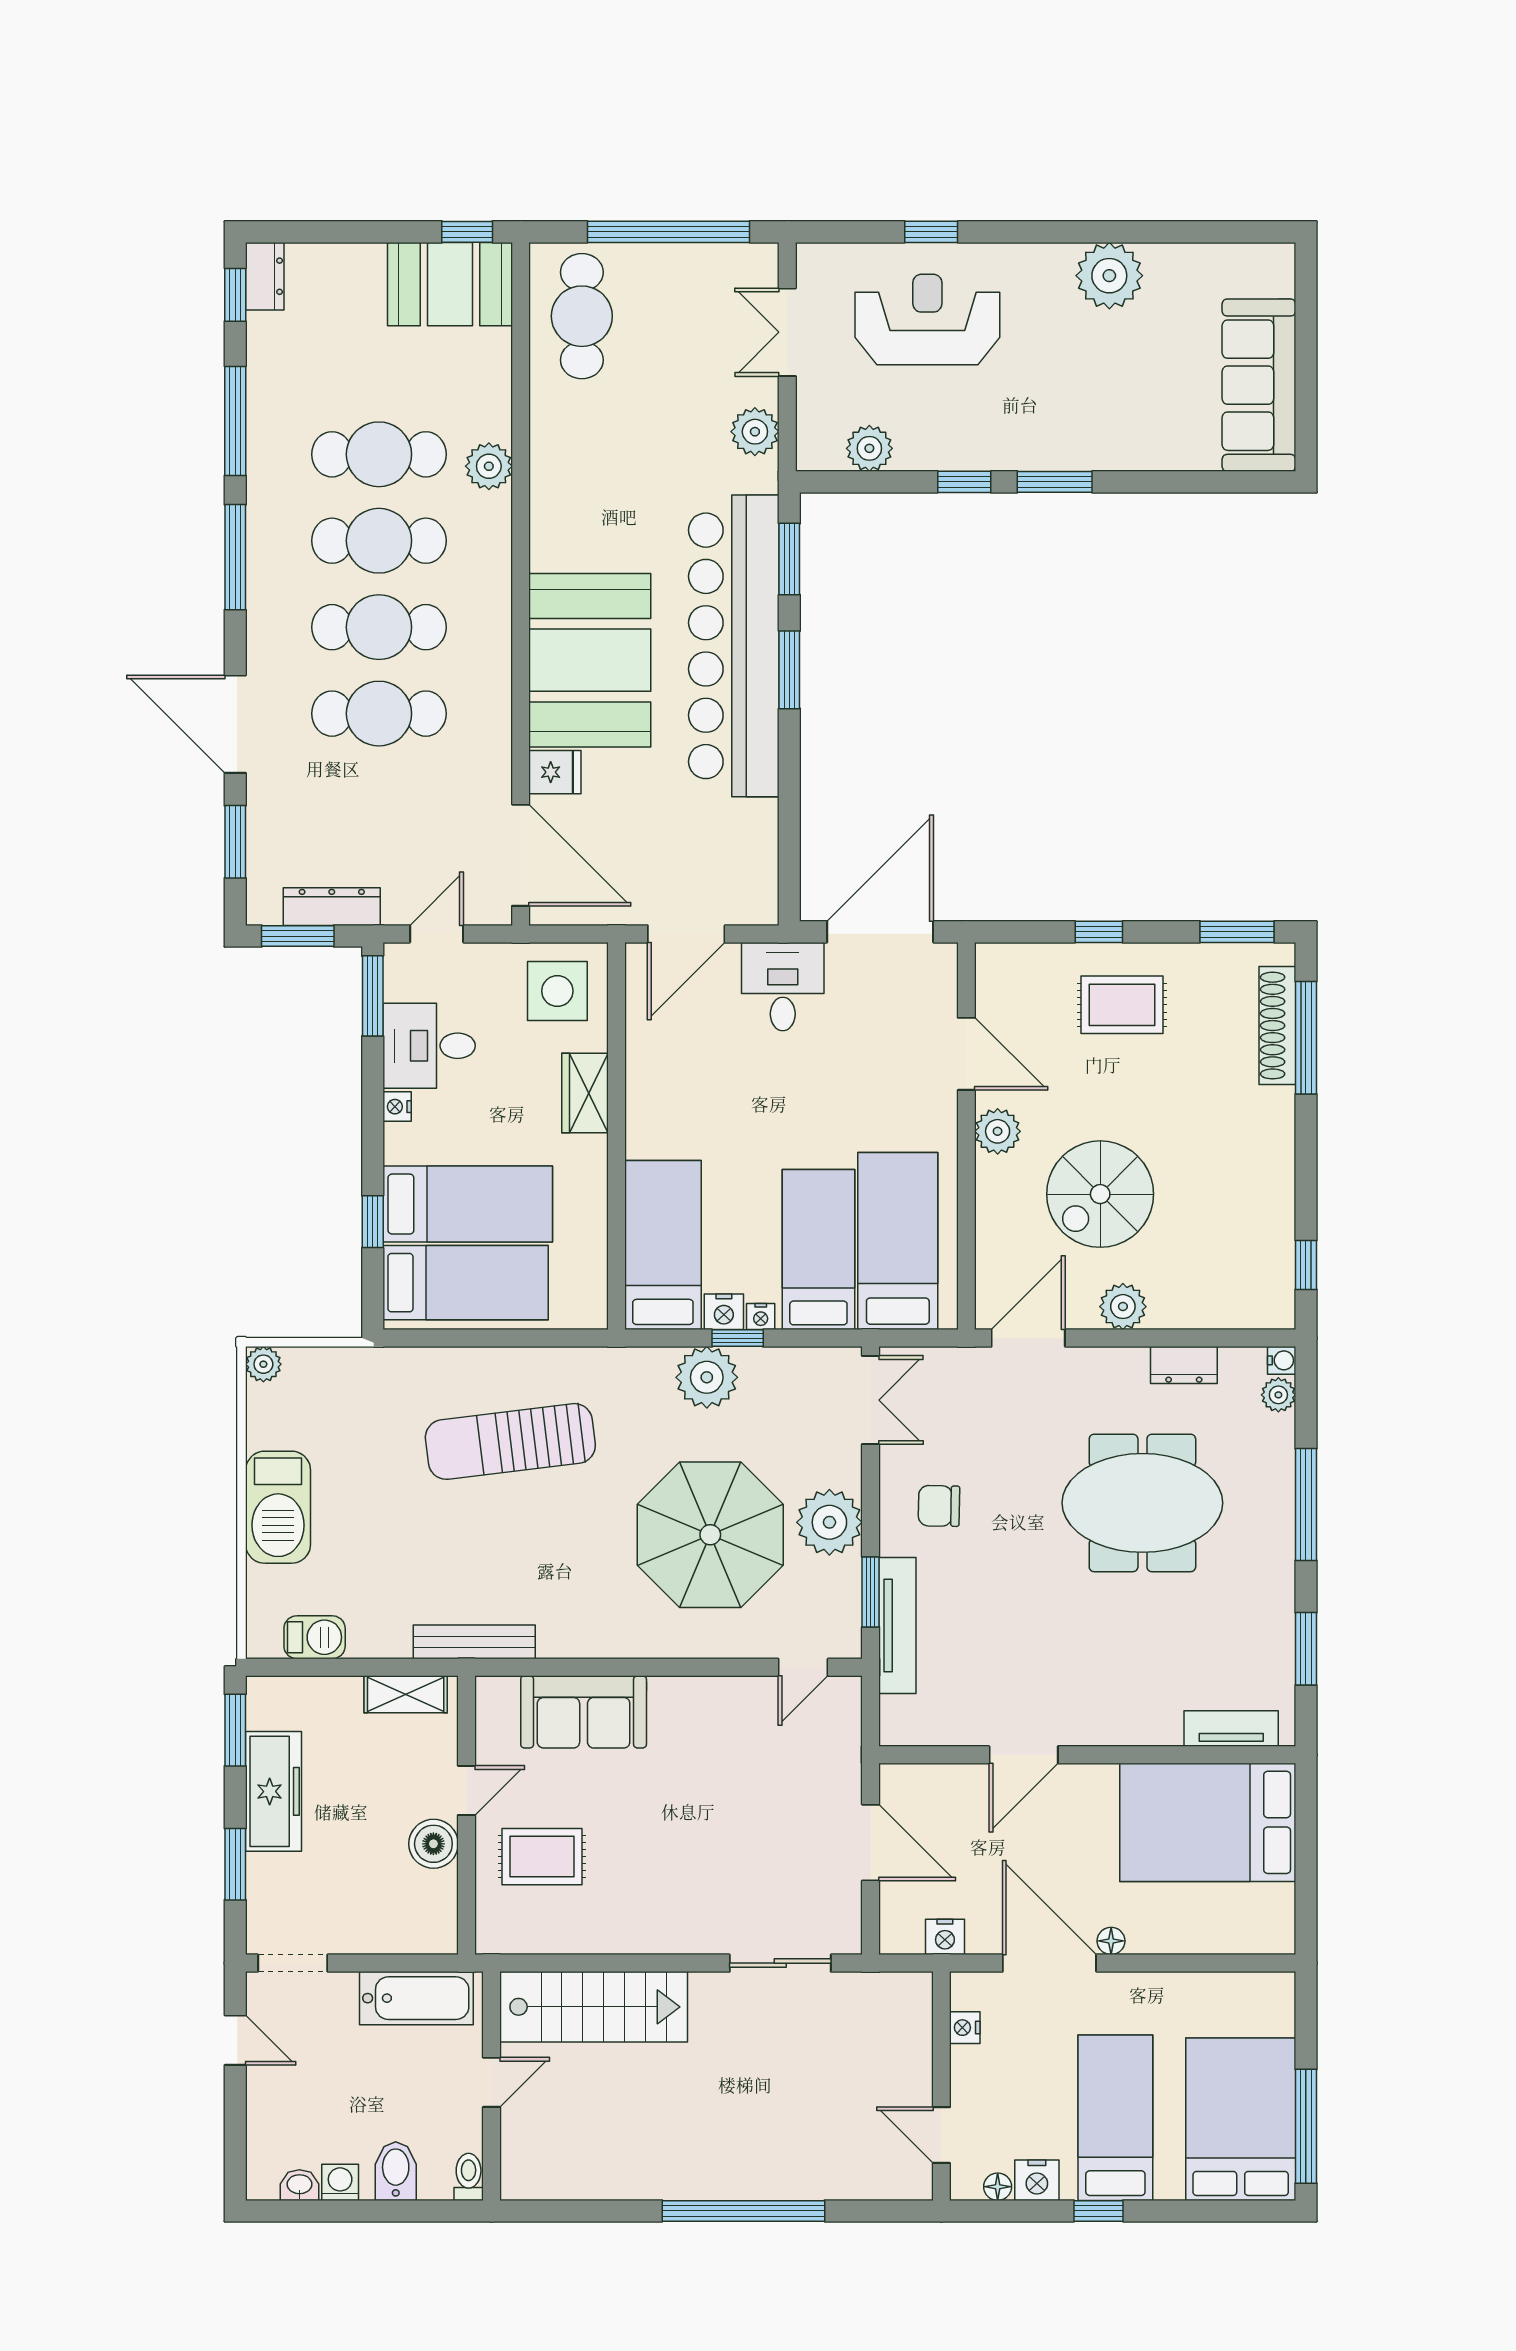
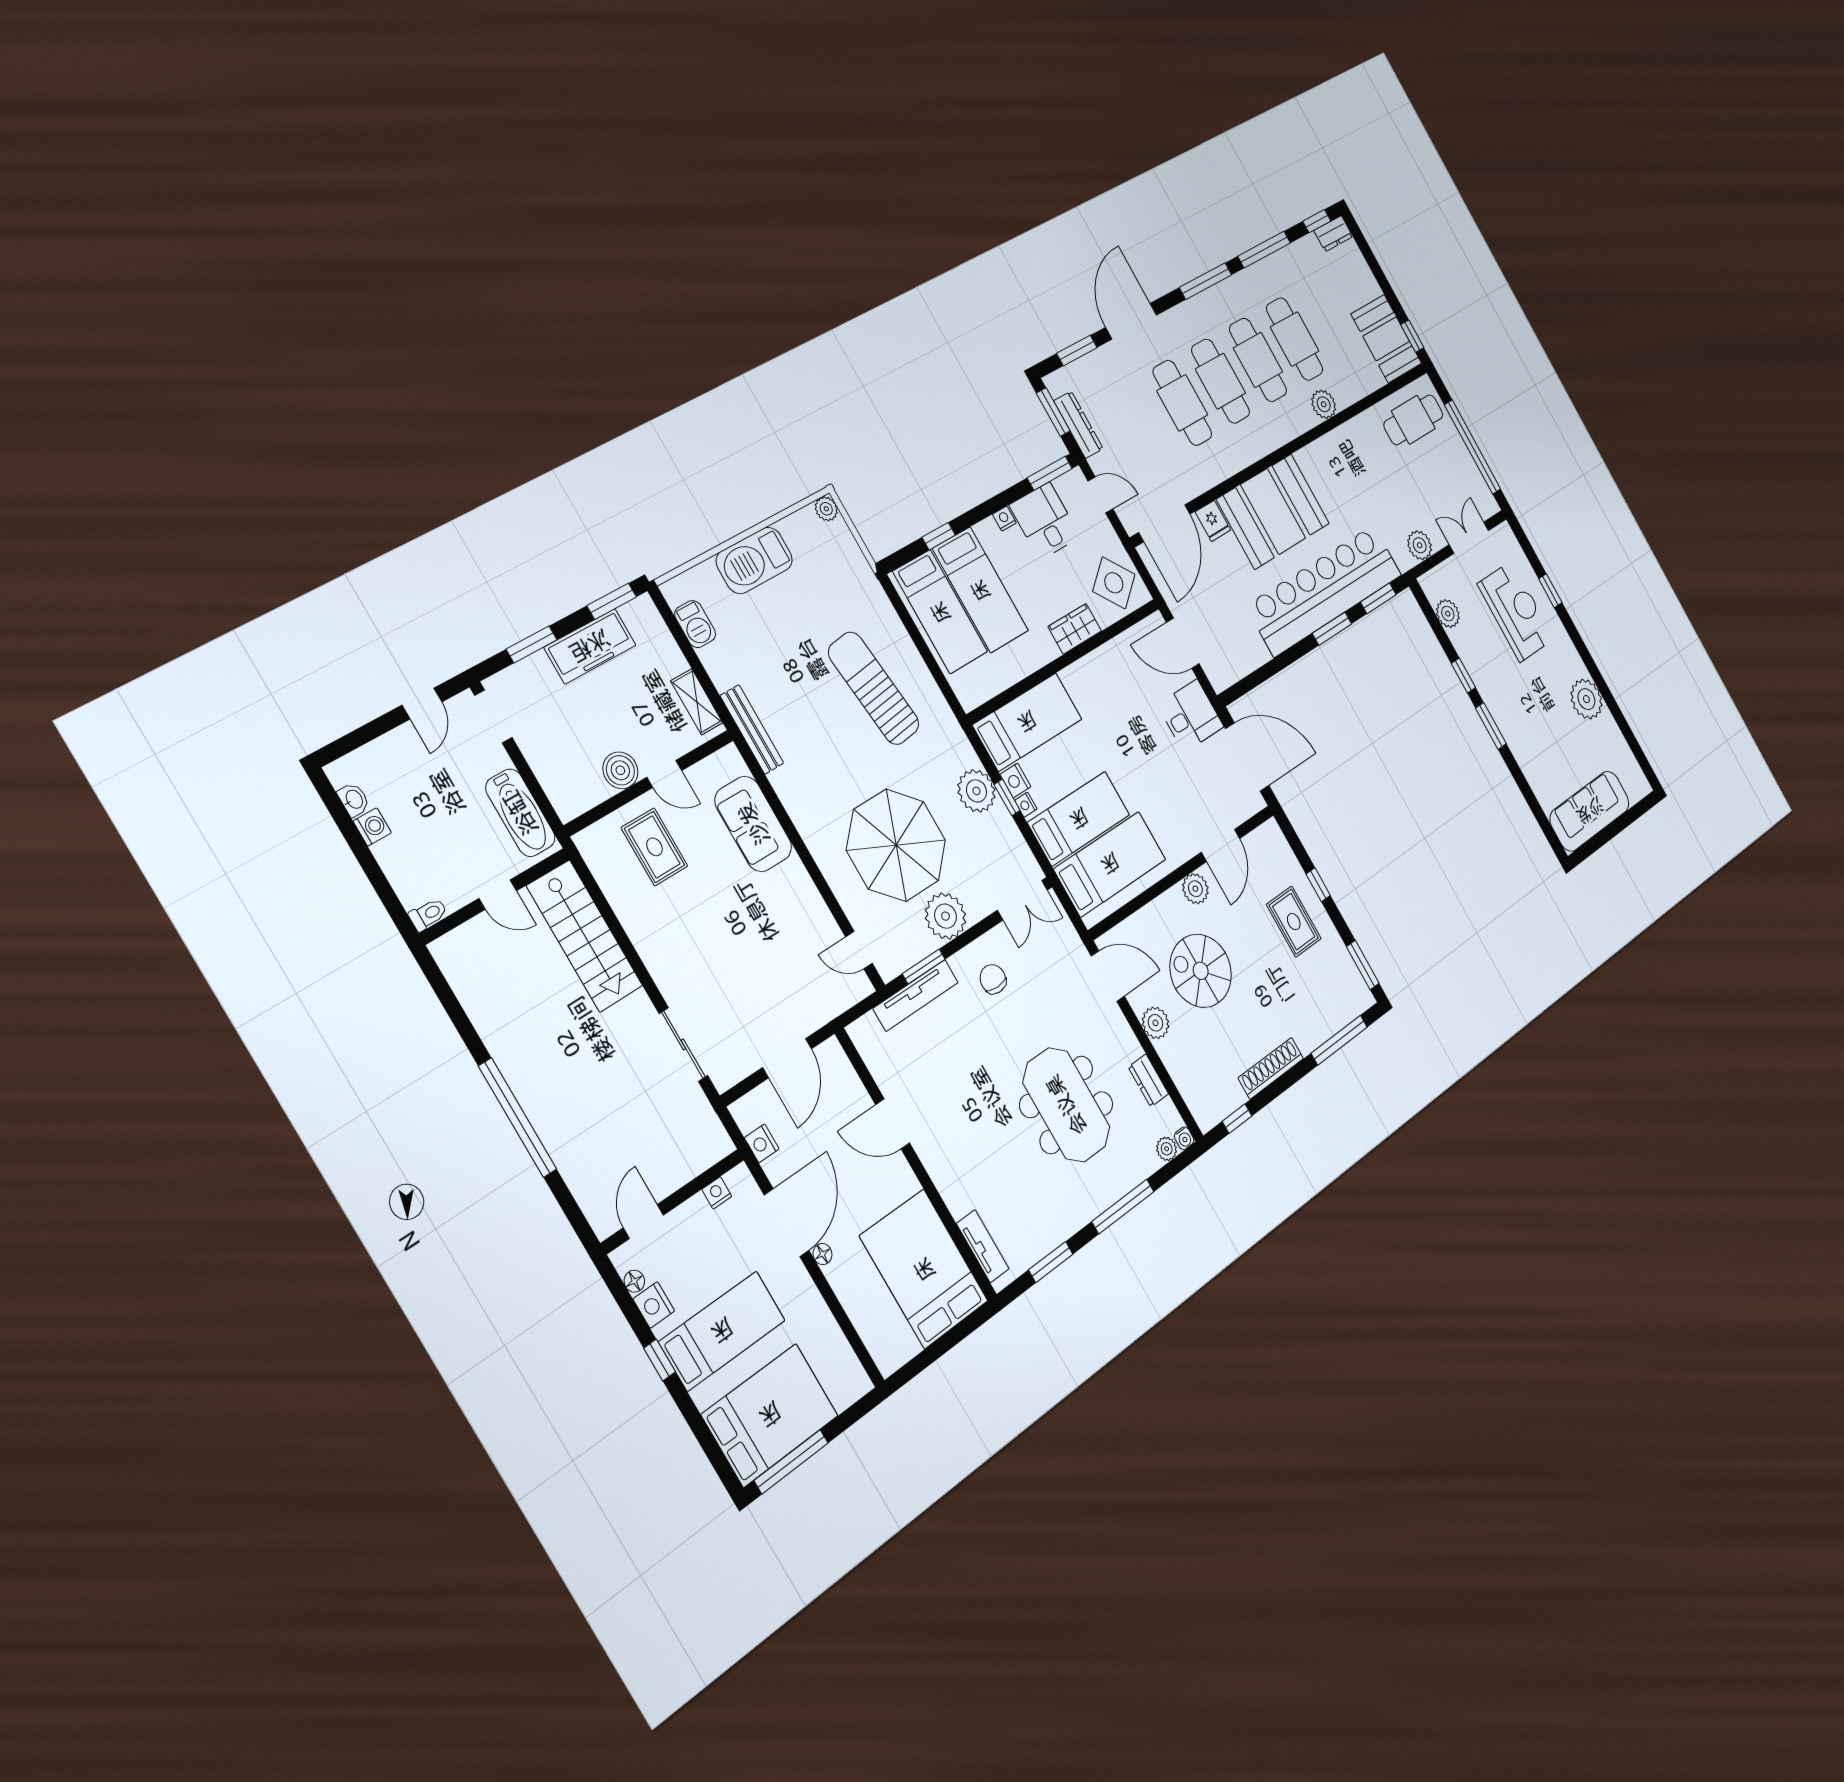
side table: (557, 991) -> (1114, 583), turned -38
shoe rack: (1277, 1026) -> (1271, 1068), moved
bidet: (396, 2171) -> (402, 862), removed

